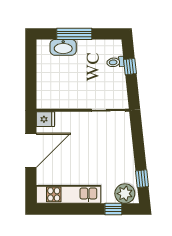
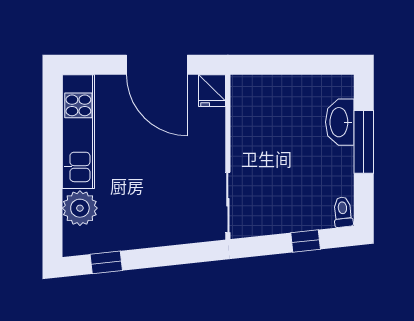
toilet: (115, 62) -> (343, 212), moved
plant: (125, 194) -> (80, 208), moved
window: (113, 209) -> (52, 211), removed

